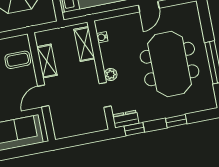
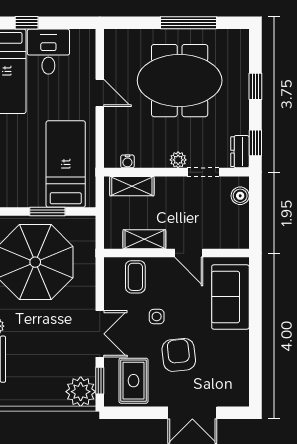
boiler: (93, 126) -> (240, 196), added

